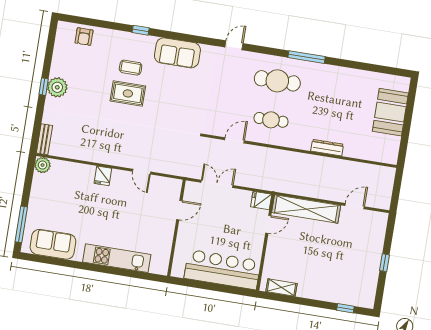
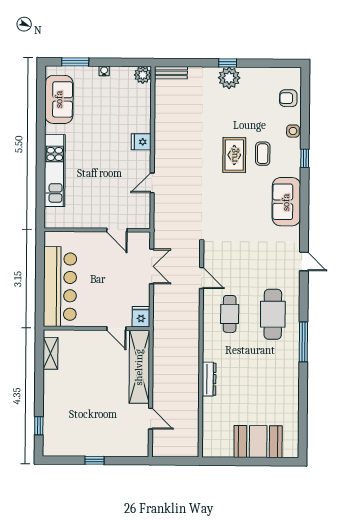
side table: (114, 37) -> (293, 131), added
water cooler: (34, 199) -> (104, 71), added
window: (21, 224) -> (75, 62), width x0.69

